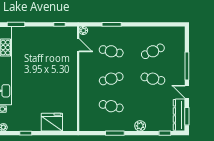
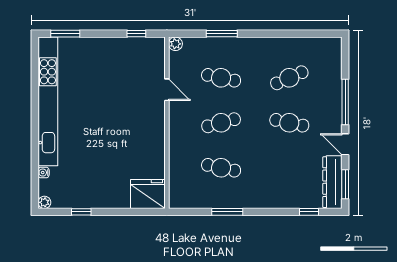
door: (78, 45) -> (167, 90), moved
fridge: (52, 122) -> (148, 194), moved
plant: (140, 126) -> (268, 200), removed

